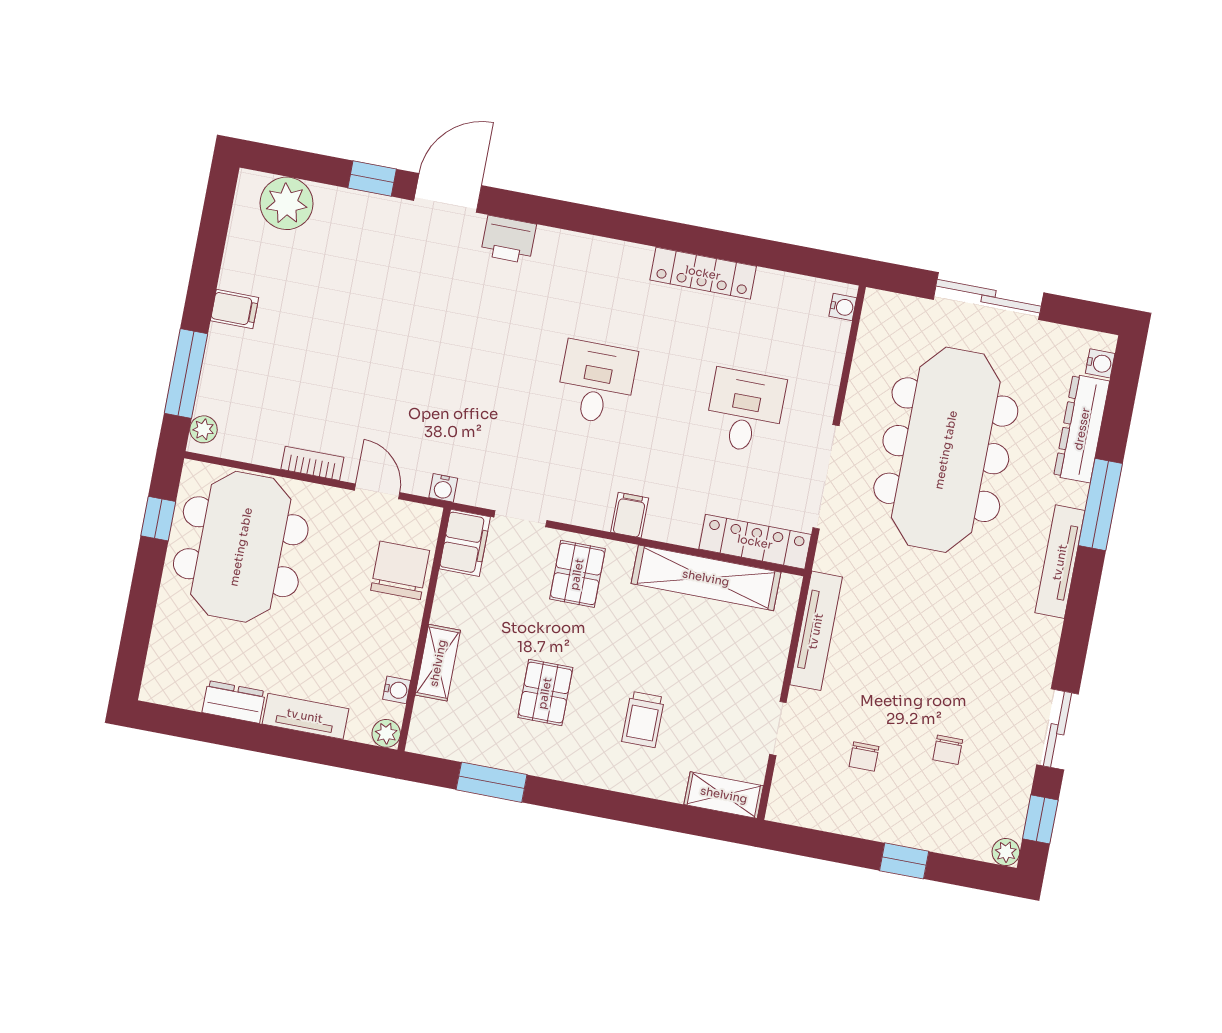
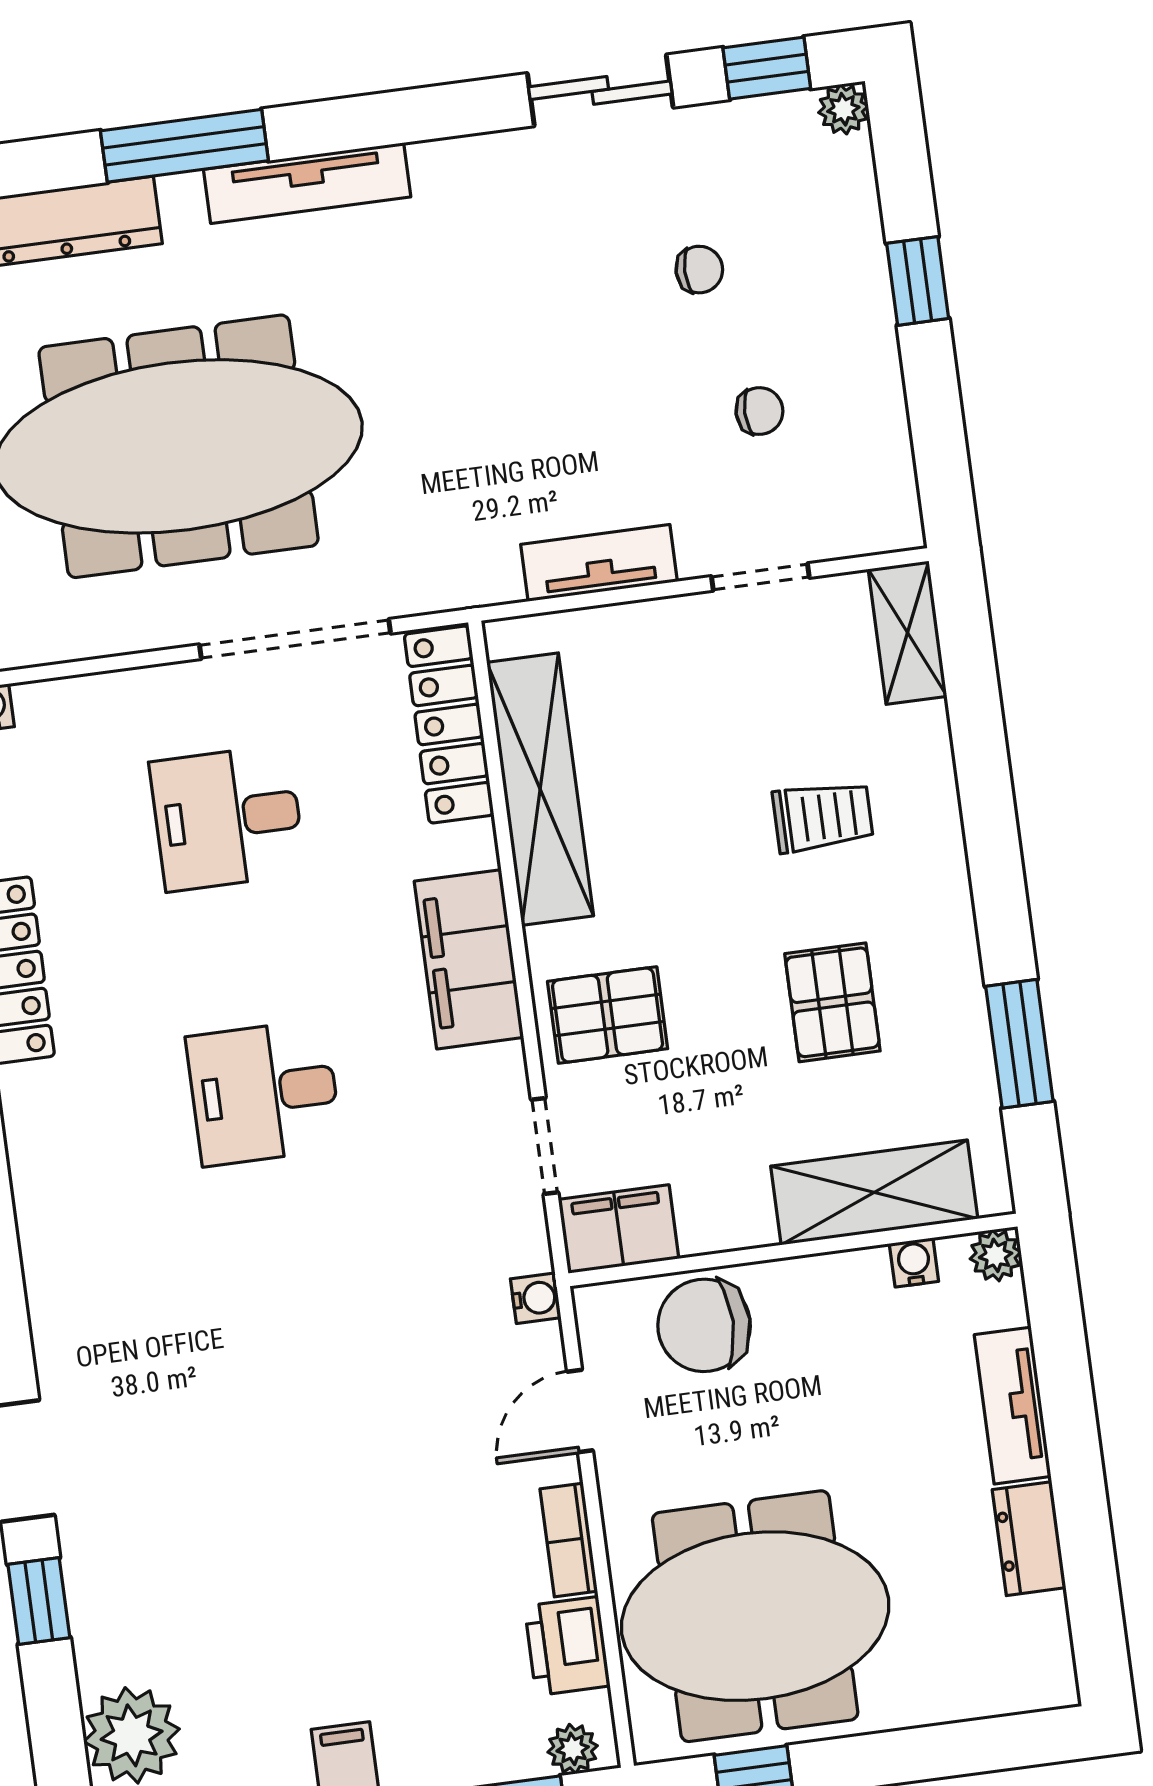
printer: (508, 240) -> (567, 1646), moved, turned 180
filing cabinet: (630, 515) -> (469, 959), width x3.00, depth x1.17
tv unit: (816, 631) -> (599, 563), width x0.71
shelving: (438, 663) -> (874, 1192), width x1.50, depth x1.33
pallet: (545, 693) -> (832, 1002), turned 90

